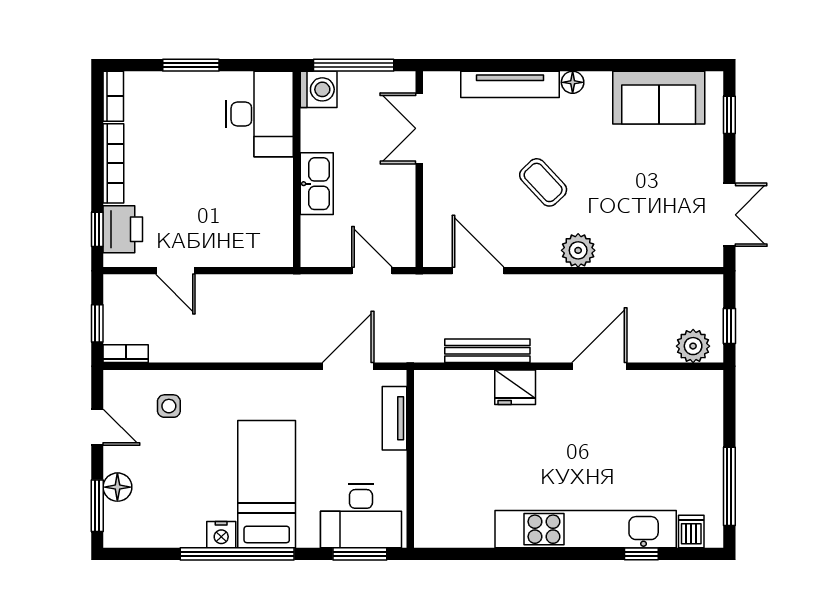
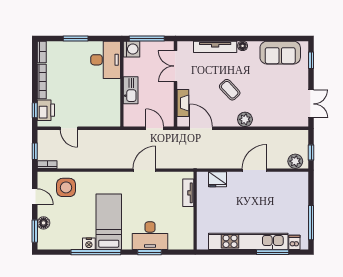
fireplace: (436, 213) -> (183, 103), added
bench: (487, 351) -> (205, 163), removed
side table: (169, 406) -> (66, 187), width x1.87, depth x1.87
tv unit: (395, 418) -> (188, 193), moved
wall: (410, 459) -> (195, 211), moved
window: (641, 554) -> (273, 252), width x2.17

